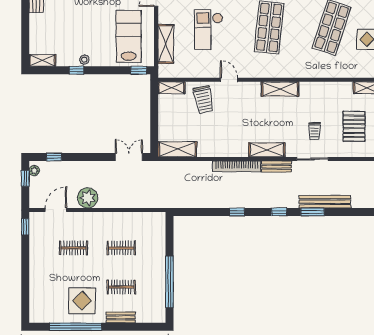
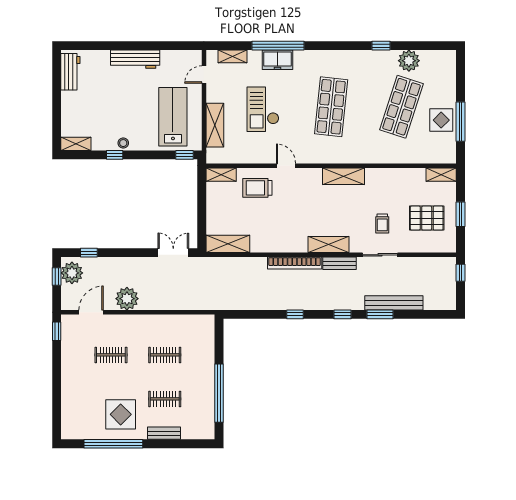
trolley: (204, 100) -> (257, 188), turned 102
pallet: (354, 126) -> (427, 218), turned 90
plant: (34, 171) -> (72, 273), width x1.88, depth x1.88

